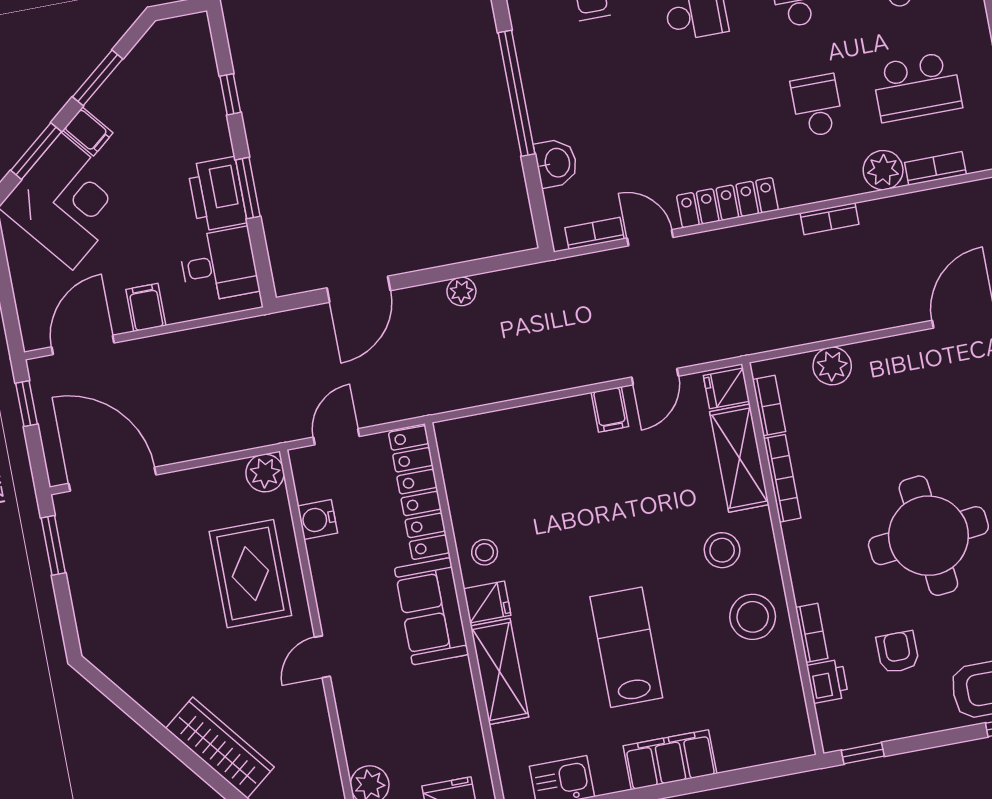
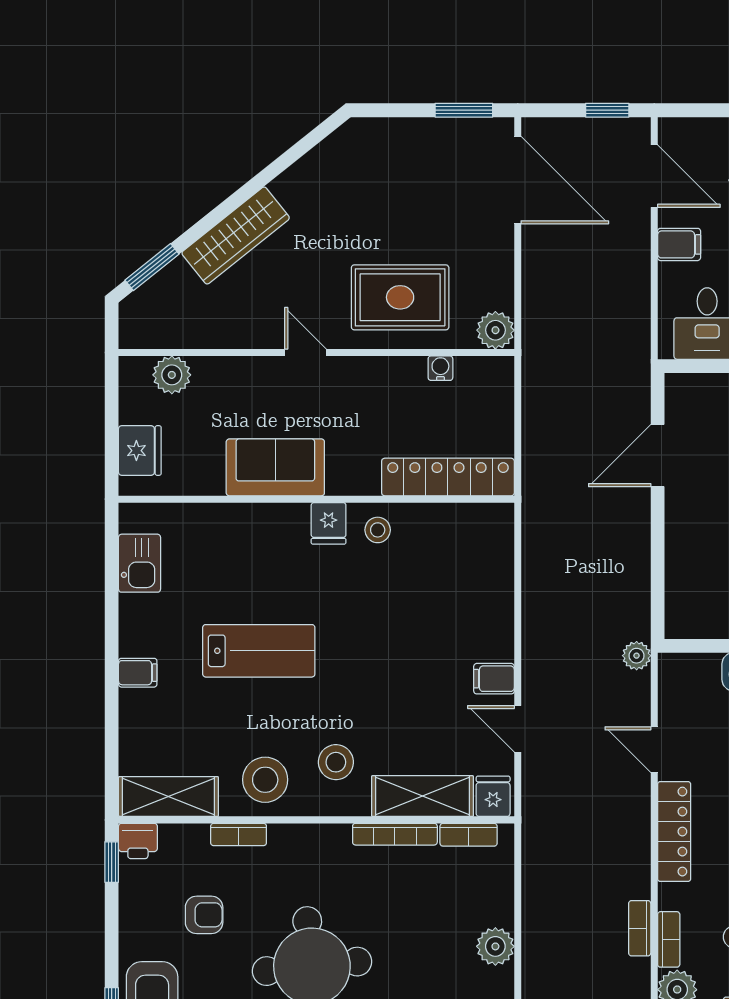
bookcase: (594, 233) -> (669, 939), moved
door: (650, 238) -> (654, 750), swing flipped
door: (359, 289) -> (658, 456), hinge flipped
plant: (461, 291) -> (637, 656), moved
plant: (832, 366) -> (495, 946), moved
door: (336, 437) -> (518, 407), removed
door: (112, 479) -> (518, 180), hinge flipped
water cooler: (317, 519) -> (440, 368), width x0.72, depth x0.72
sofa: (432, 611) -> (275, 467), moved
shelving: (500, 672) -> (168, 797), moved
printer: (827, 681) -> (138, 841), moved
filing cabinet: (670, 760) -> (138, 673), width x0.33, depth x0.86

